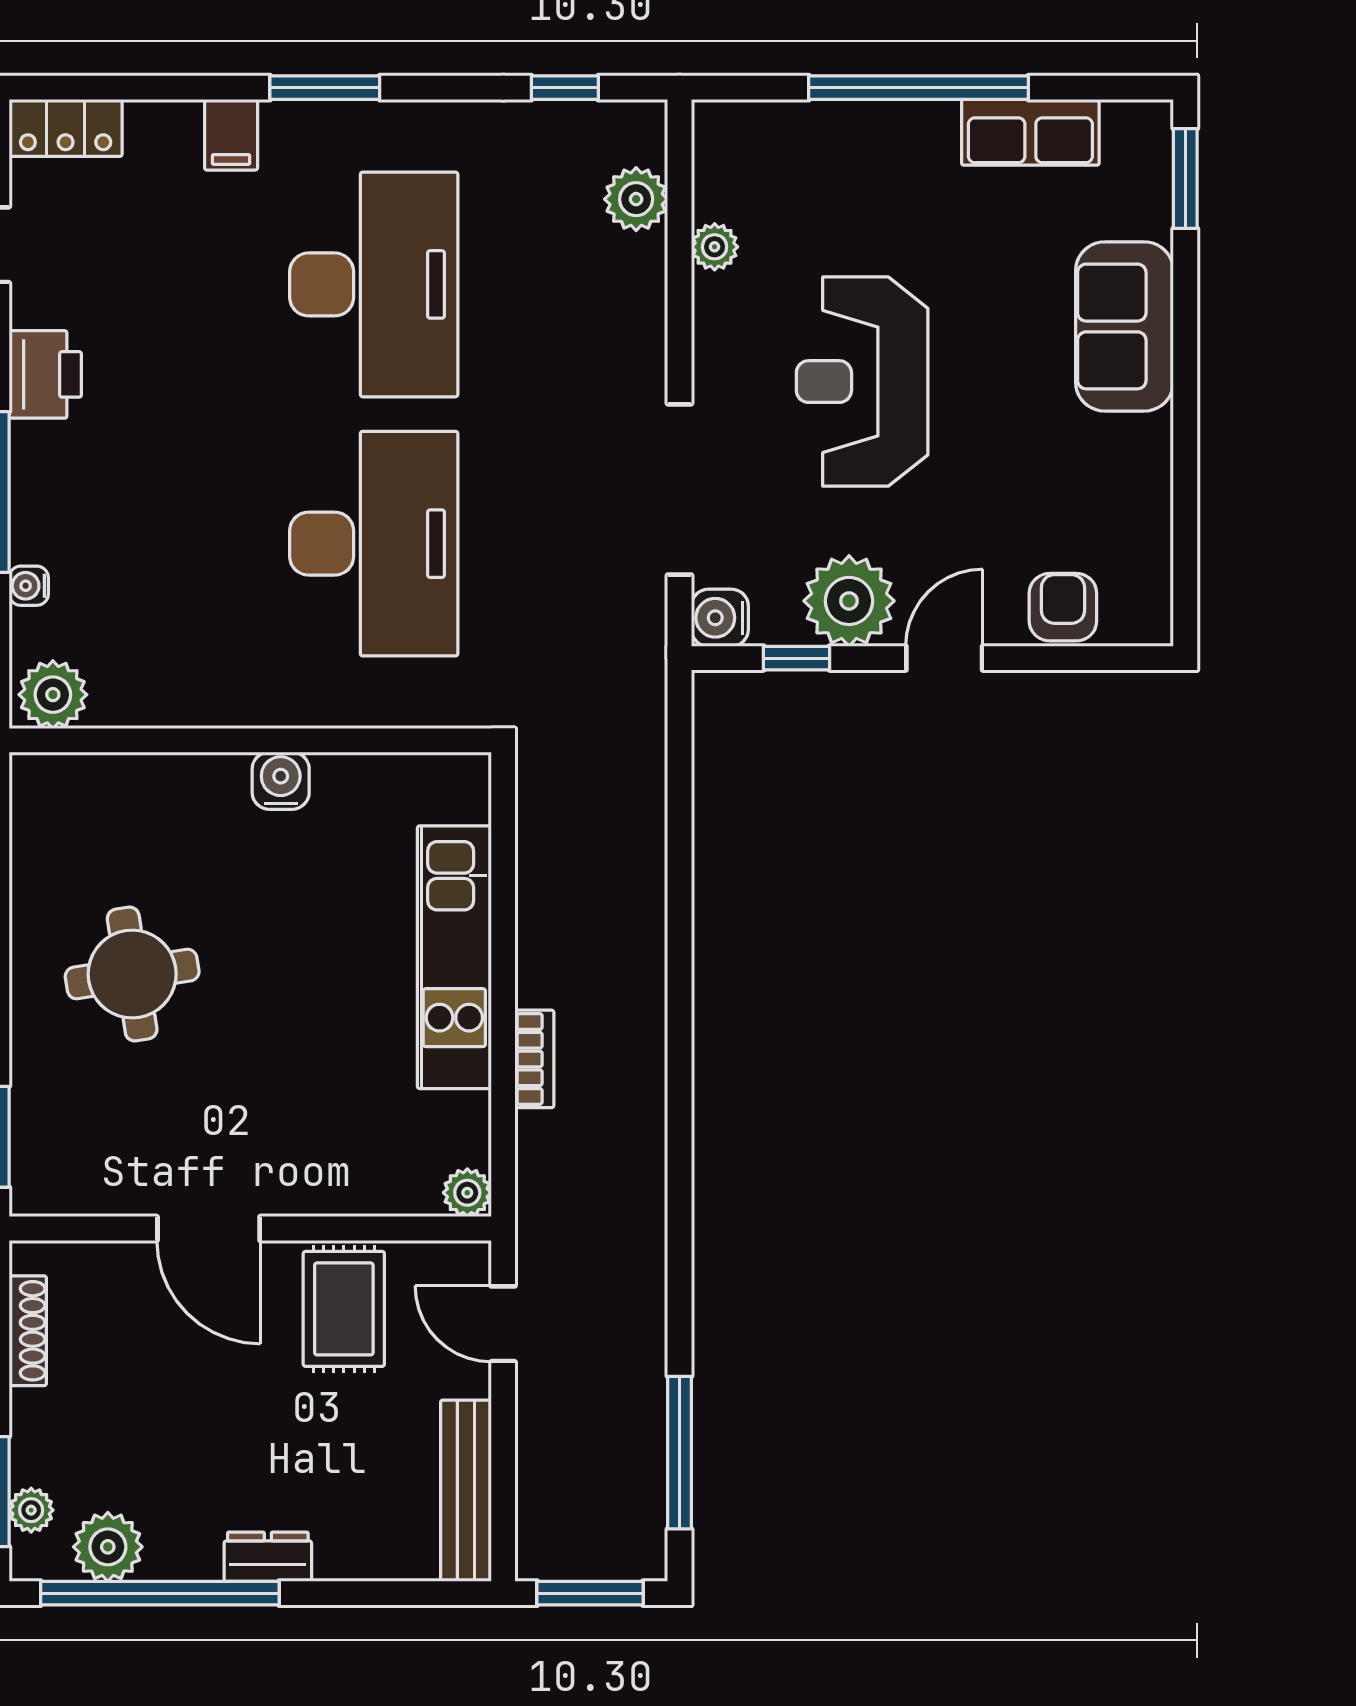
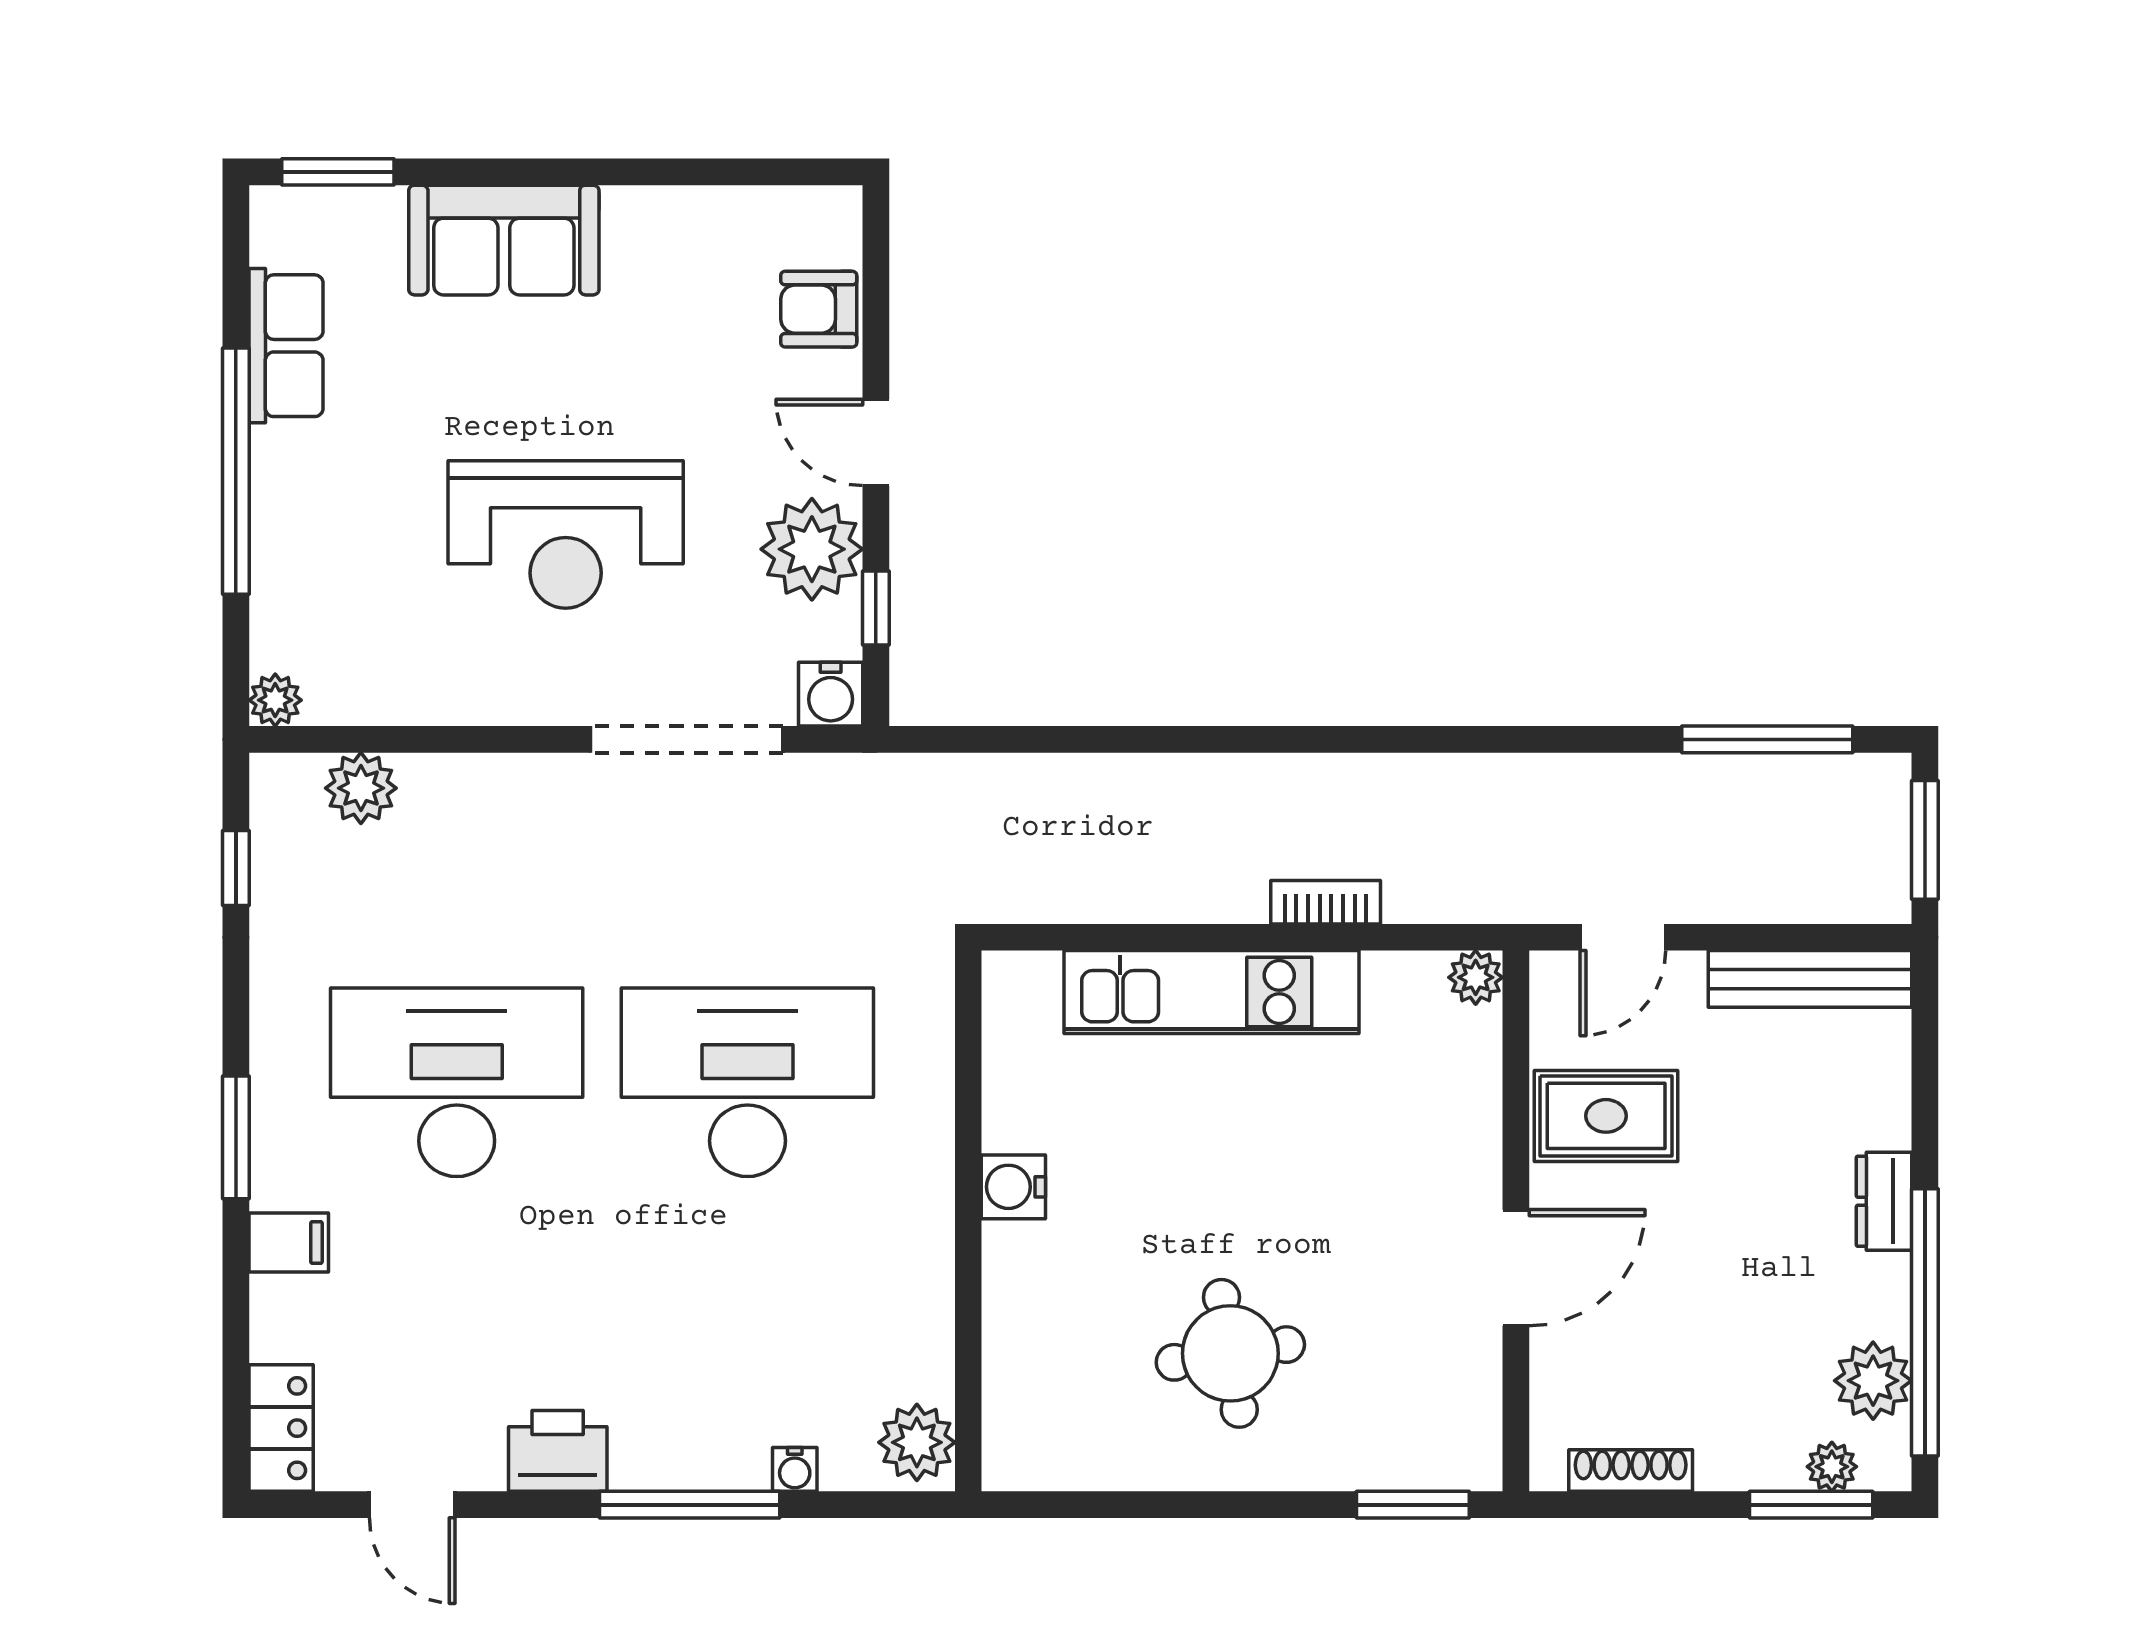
plant: (715, 247) -> (275, 700), moved

